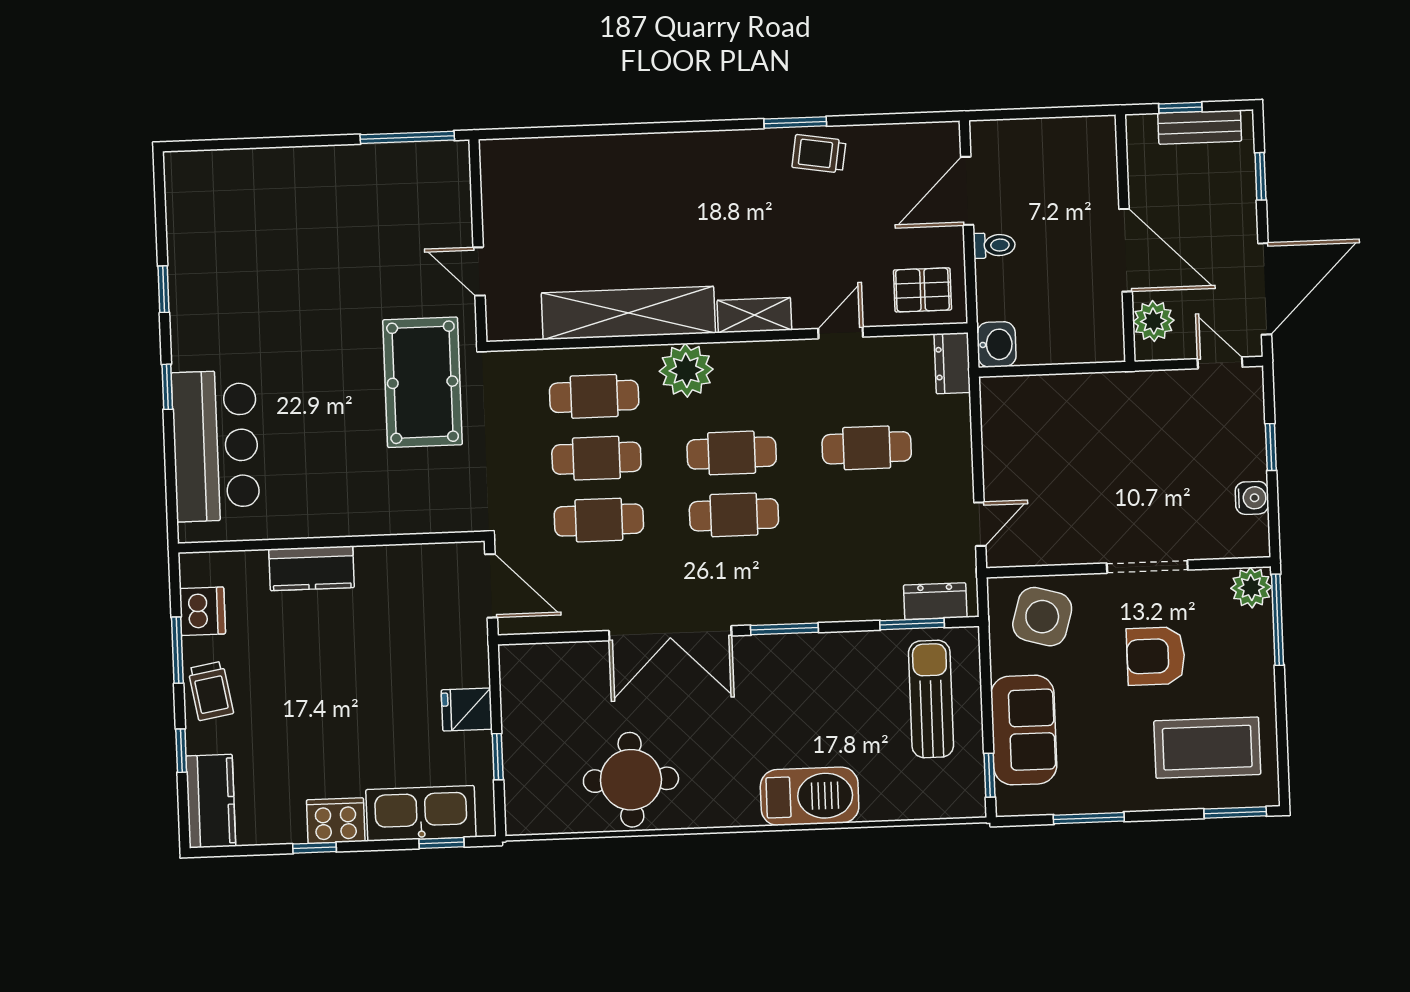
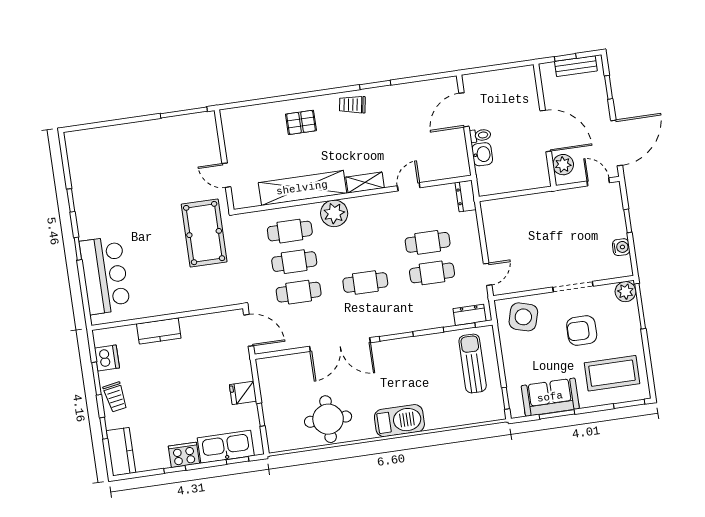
trolley: (819, 154) -> (352, 105), moved
pallet: (922, 290) -> (301, 122), moved
washbasin: (997, 344) -> (482, 154), moved
cafe table: (732, 453) -> (432, 273), moved
sofa: (1024, 730) -> (550, 397), moved, turned -90
barbecue: (810, 796) -> (399, 421), moved

